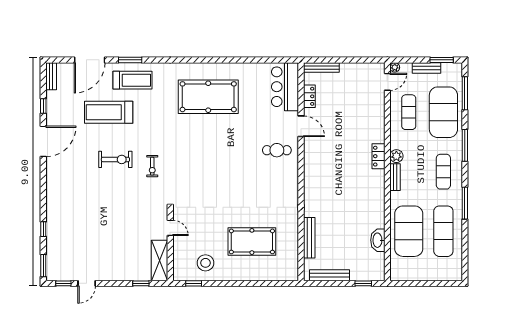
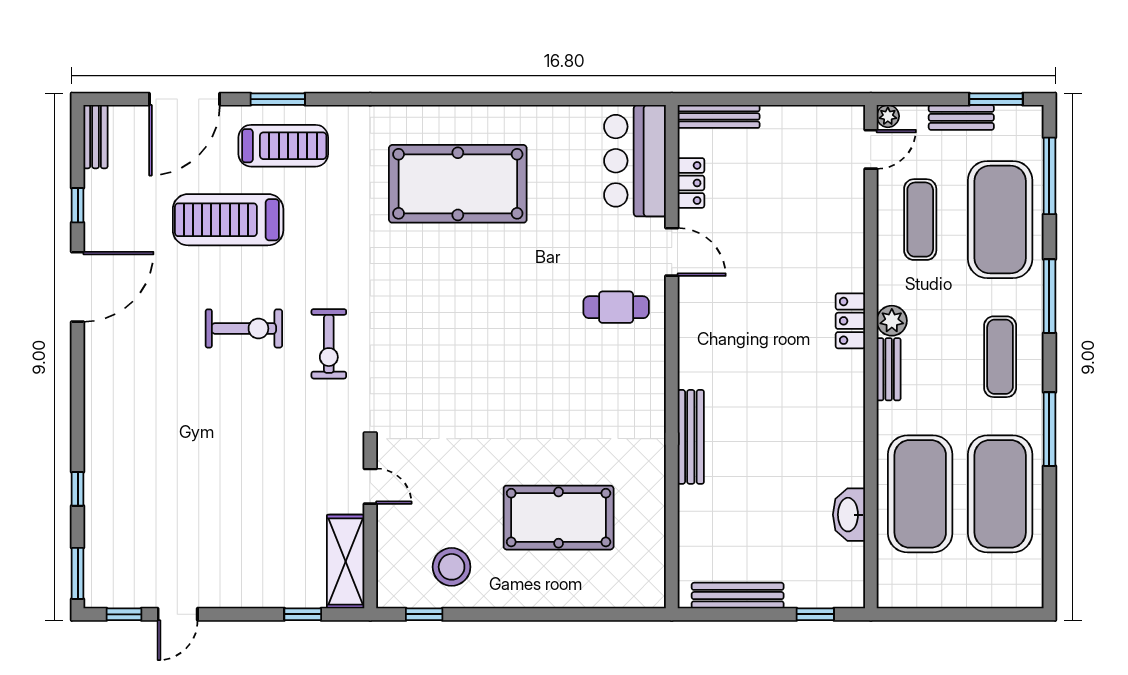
exercise bike: (152, 166) -> (329, 344), width x1.38, depth x1.39
exercise mat: (443, 231) -> (1000, 494), width x1.47
bench: (309, 238) -> (691, 437), moved

